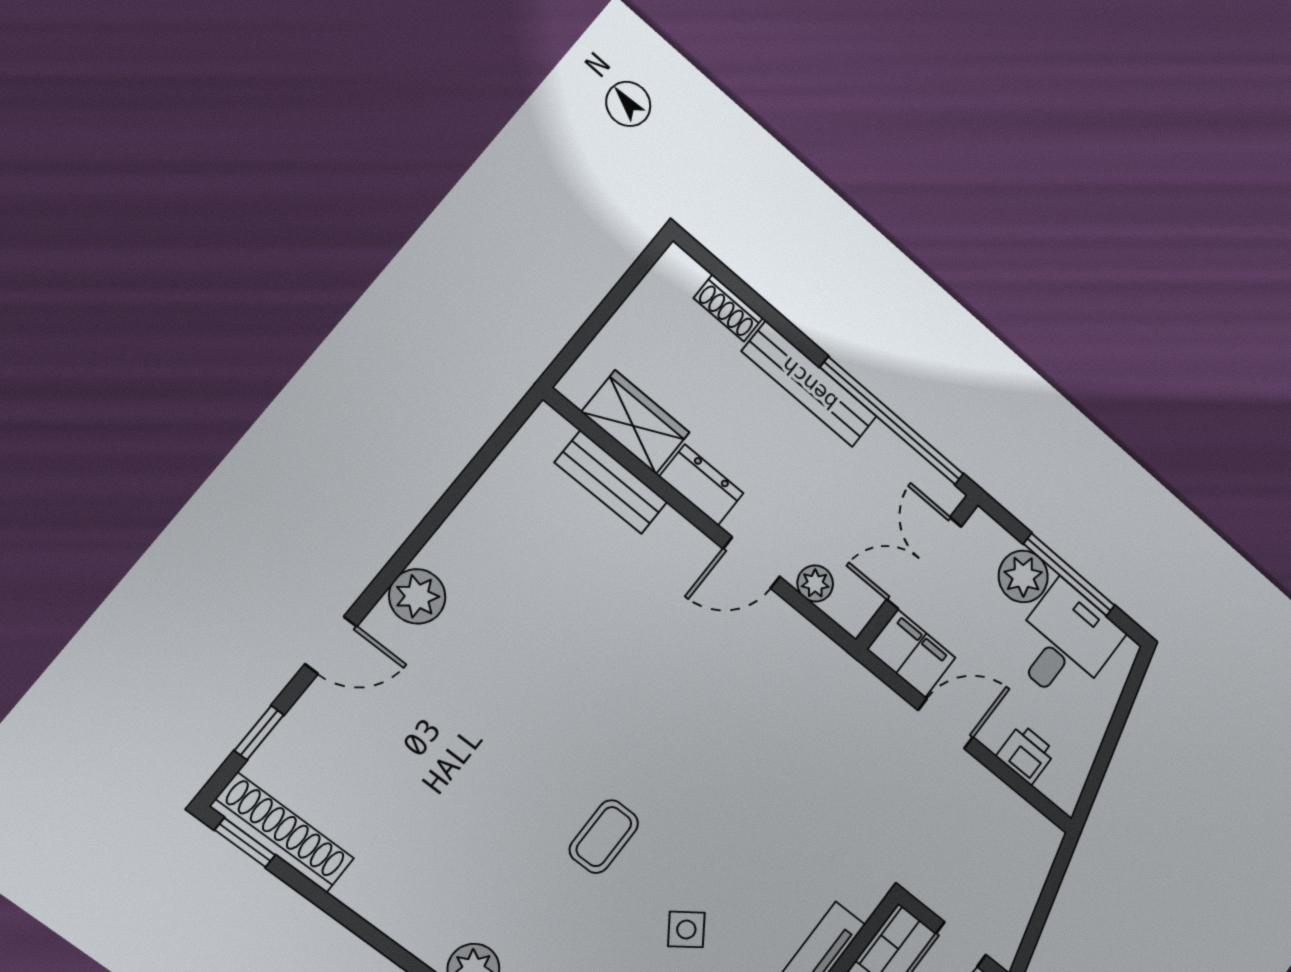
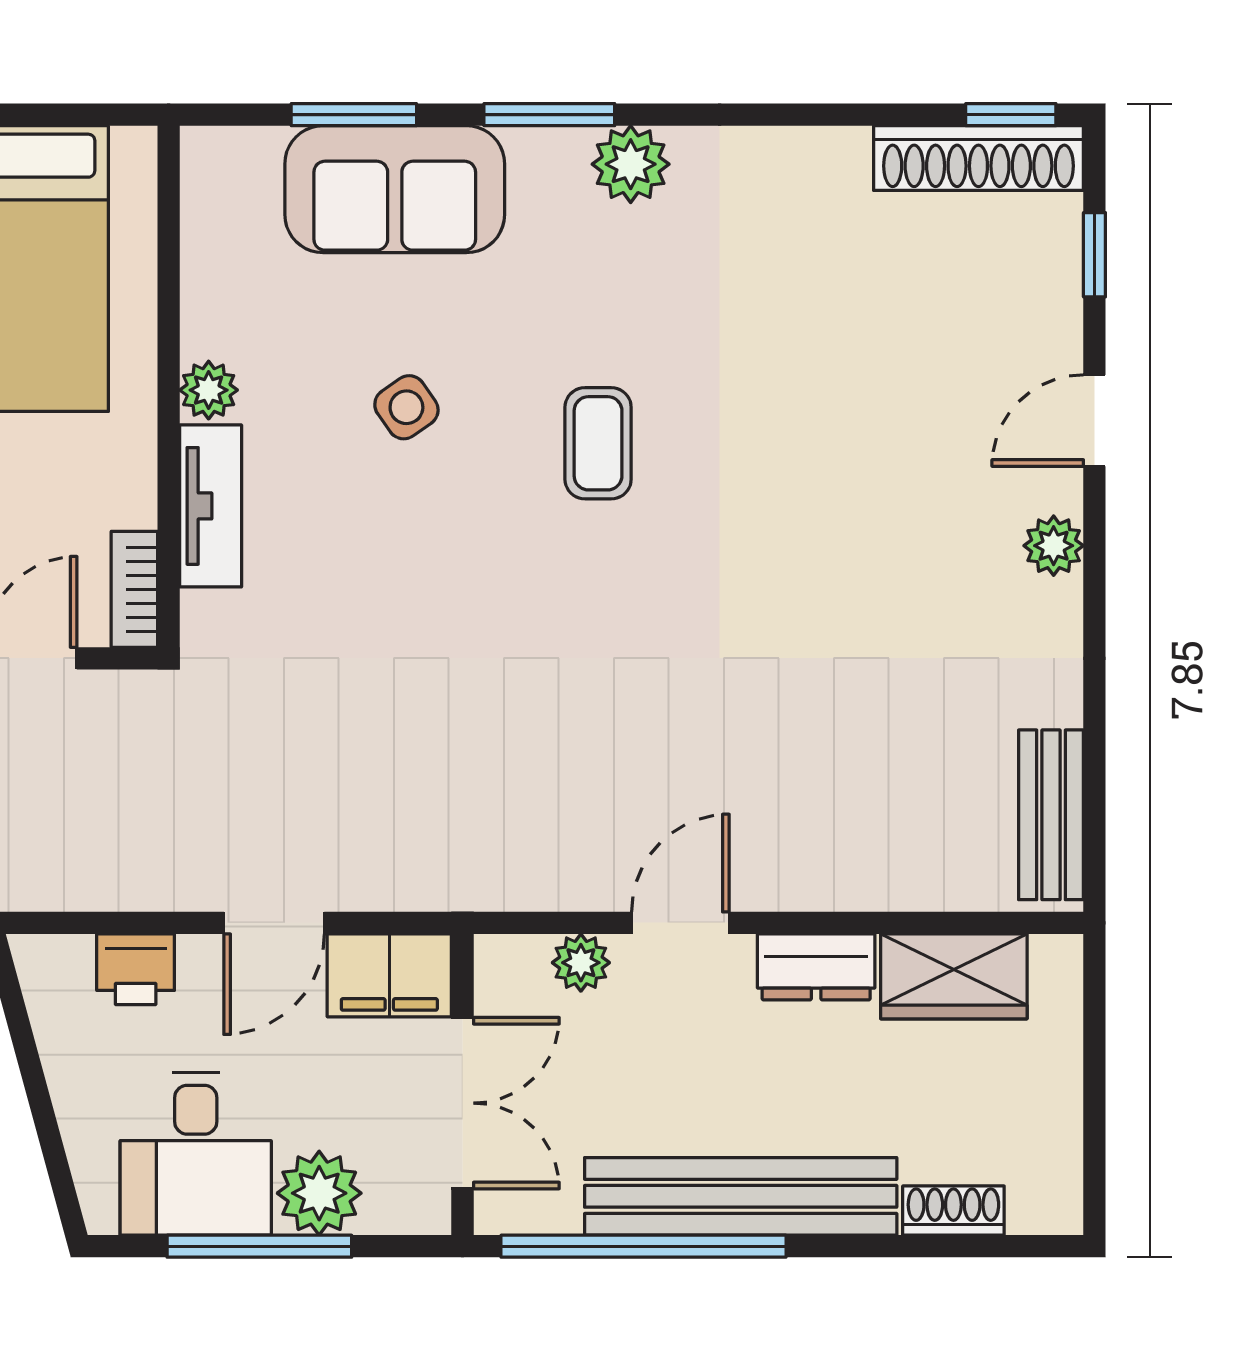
bench: (809, 384) -> (741, 1196), width x1.37, depth x1.21
bench: (611, 482) -> (1051, 815), moved, turned 90
plant: (417, 596) -> (1054, 546), width x0.73, depth x0.73

